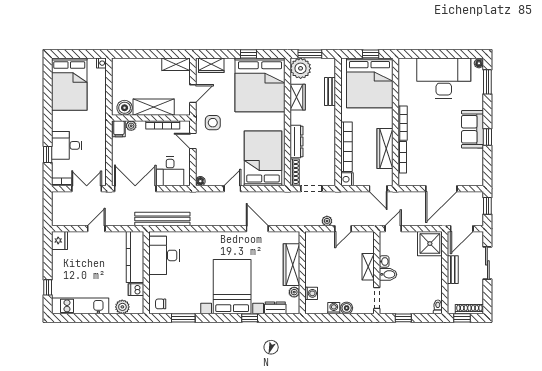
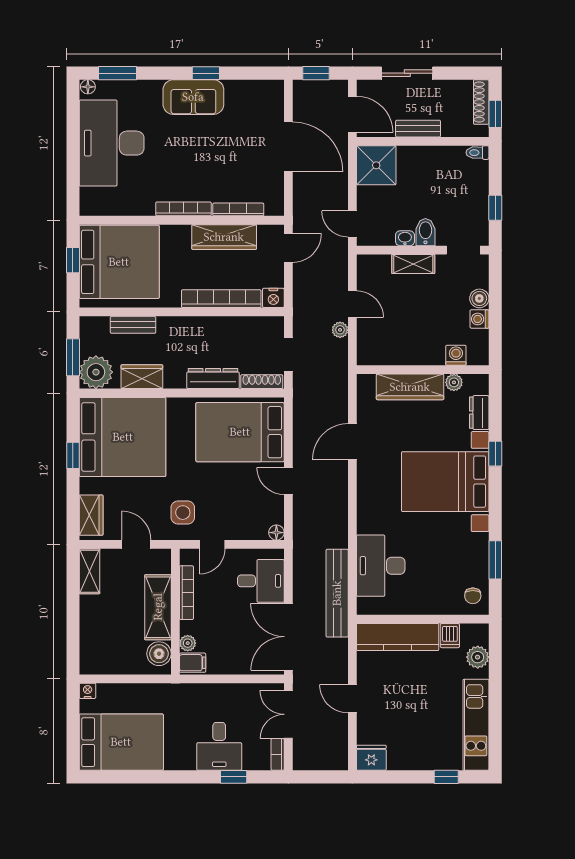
desk: (164, 255) -> (381, 566), moved, turned 90

